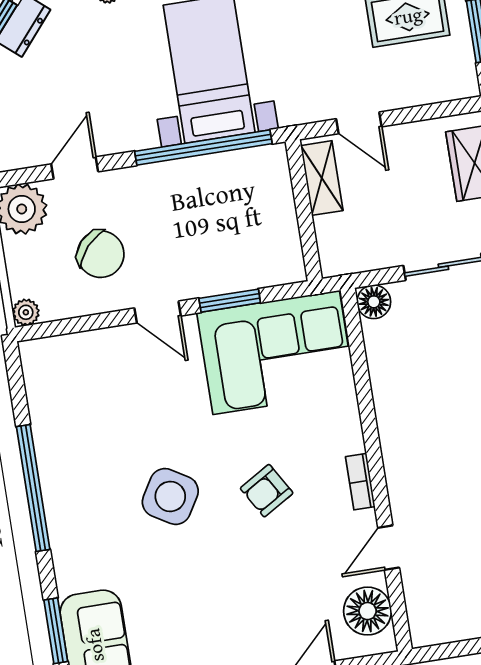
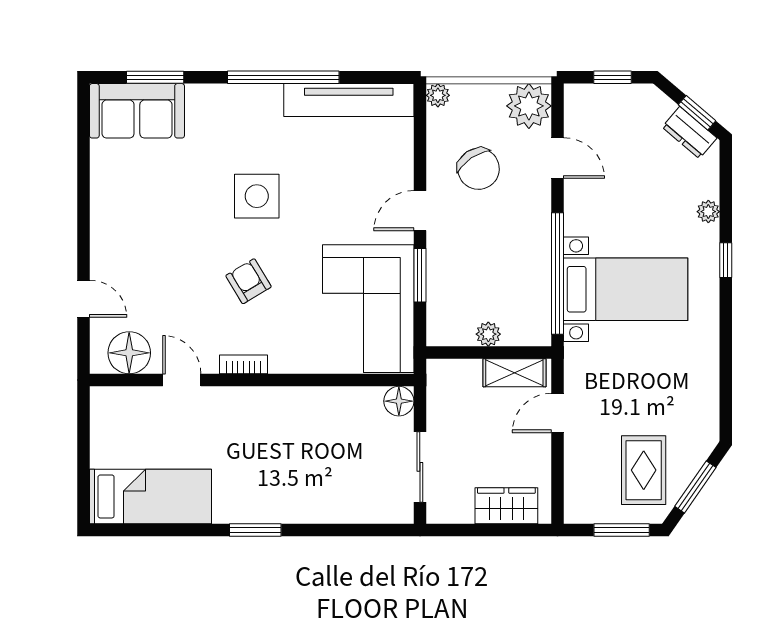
plant: (283, 214) -> (488, 334), added
chair: (101, 254) -> (479, 169), turned -76
tv unit: (47, 411) -> (349, 100), added
side table: (170, 496) -> (257, 196), turned -31

